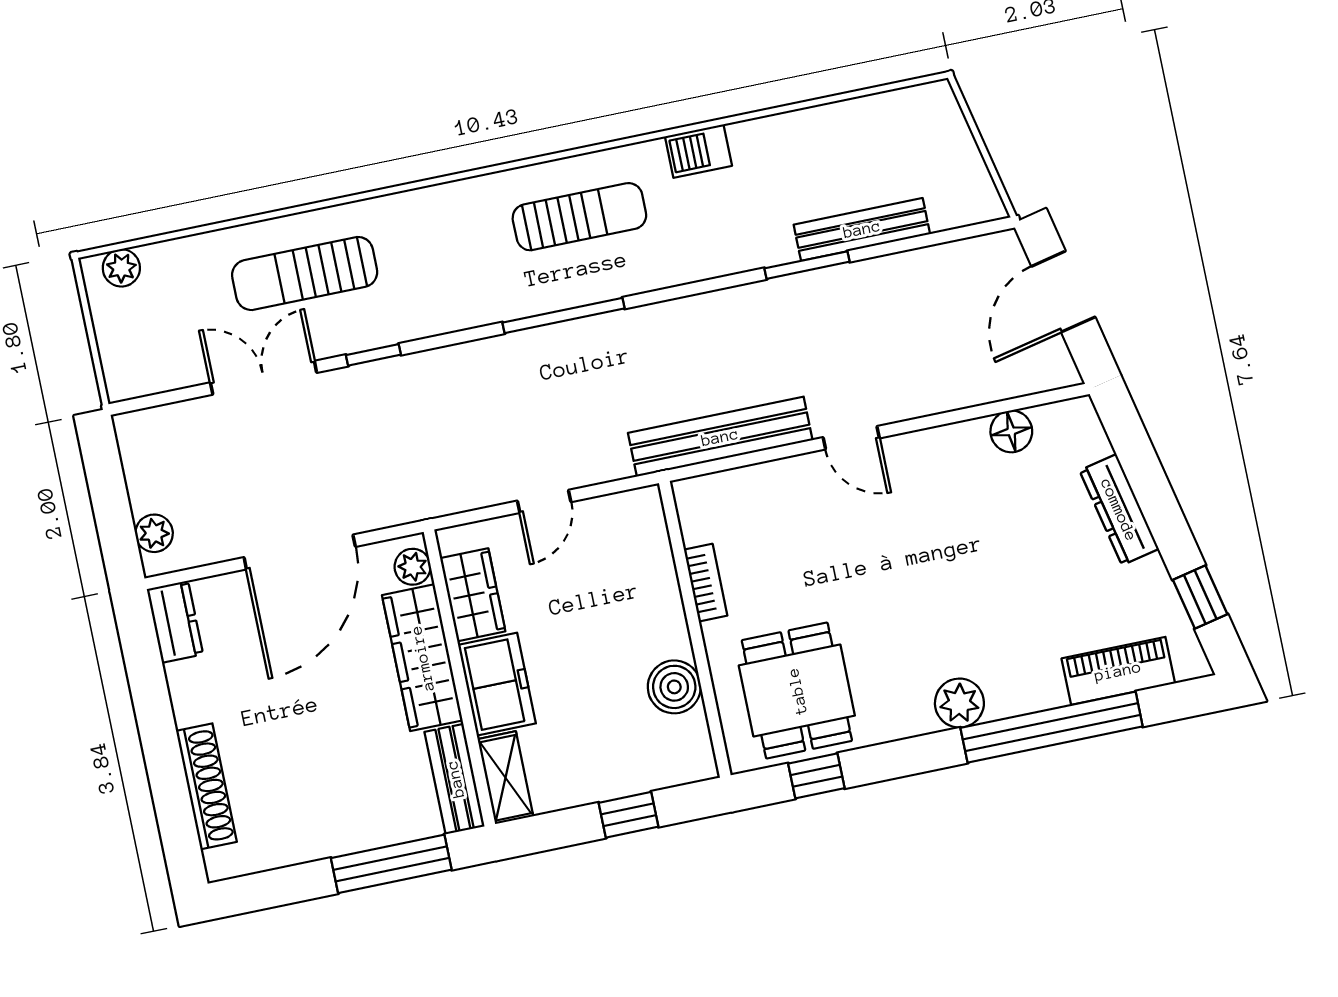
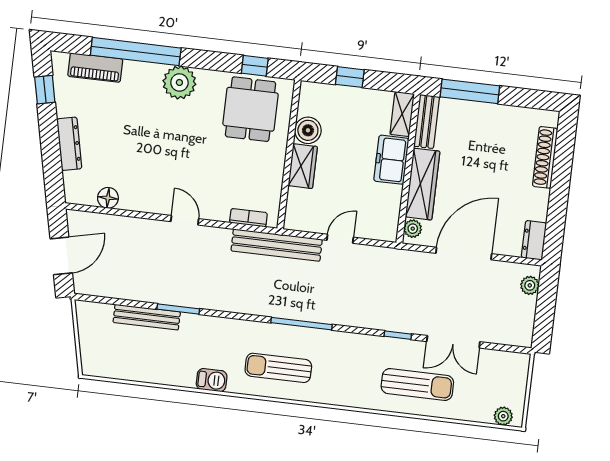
bench: (720, 437) -> (277, 245), moved
bookcase: (706, 583) -> (248, 218), moved, turned 90
wardrobe: (473, 595) -> (303, 166), moved, turned 180
plant: (959, 703) -> (179, 82), width x1.36, depth x1.36

